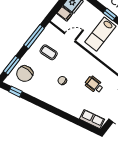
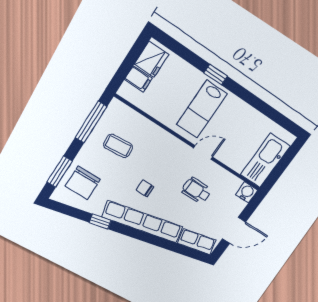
door: (70, 37) -> (203, 152), moved
window: (16, 92) -> (100, 222), moved
row of seats: (59, 102) -> (142, 222), added

